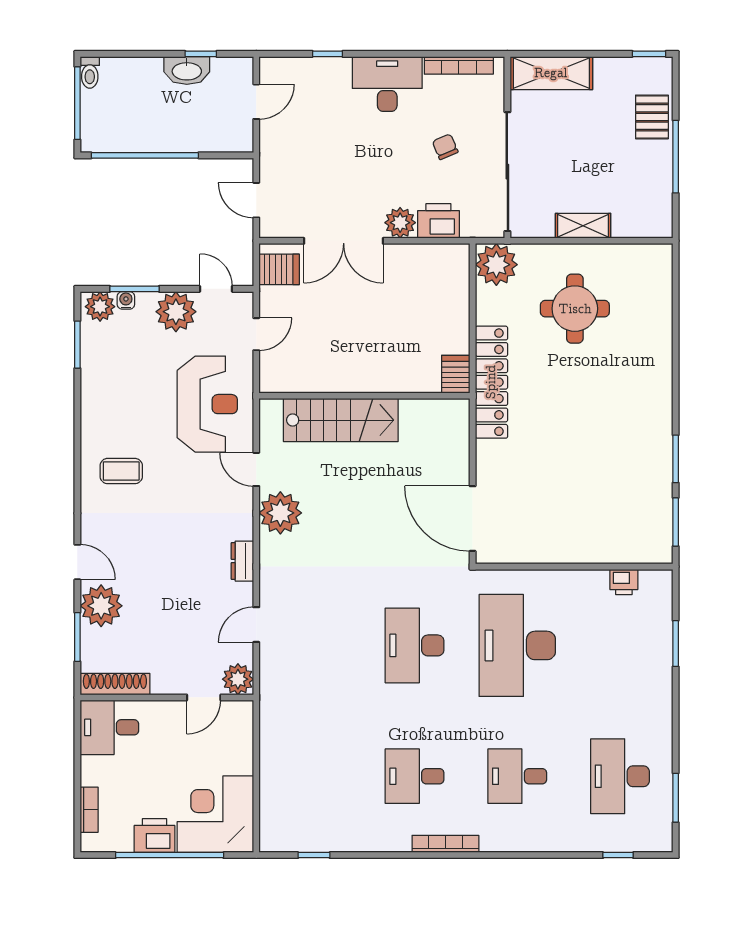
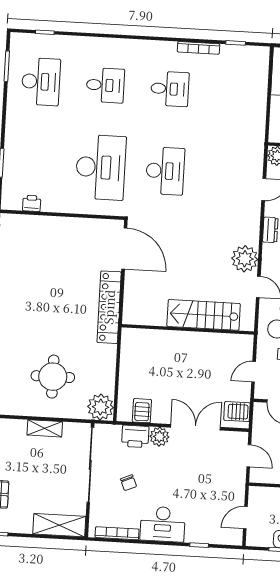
server rack: (456, 374) -> (142, 411), moved, turned 180
locker: (491, 382) -> (109, 307), moved
bookcase: (445, 844) -> (199, 48), moved

